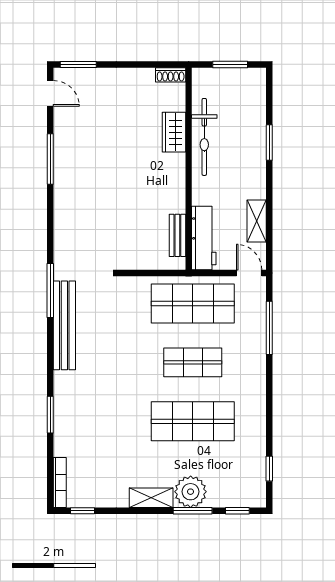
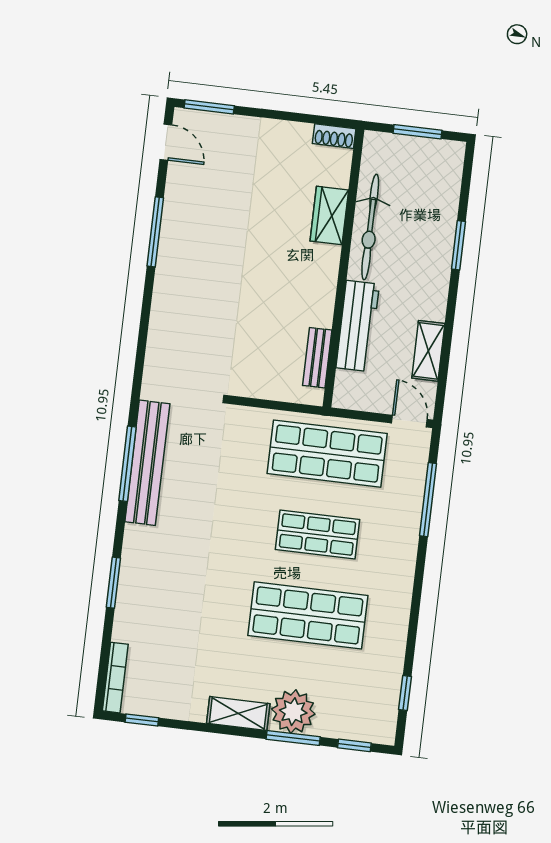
workbench: (204, 238) -> (358, 326), moved
window: (50, 290) -> (128, 464), moved

